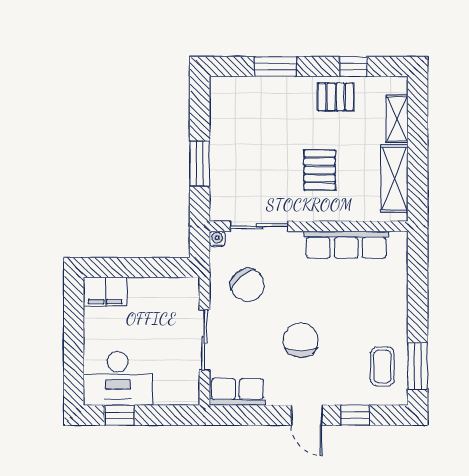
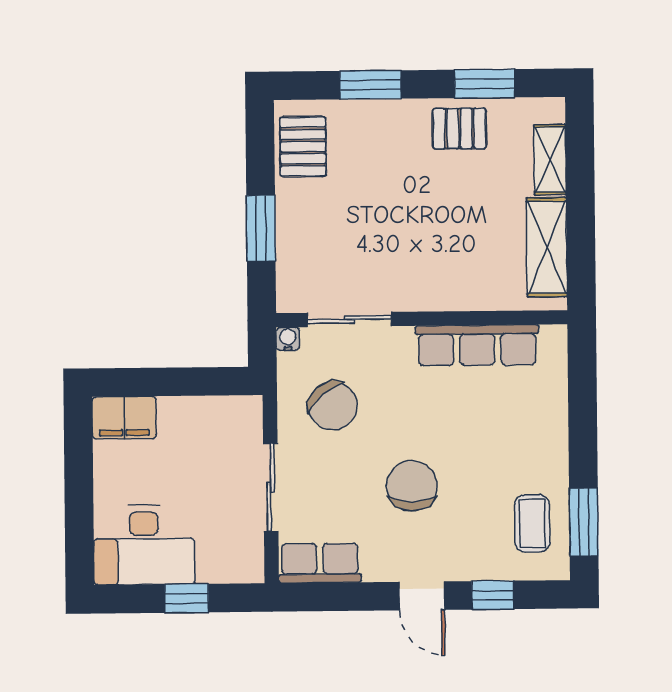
window: (353, 66) -> (485, 84), width x1.50
pallet: (320, 170) -> (303, 147), moved
window: (120, 415) -> (187, 598), moved

